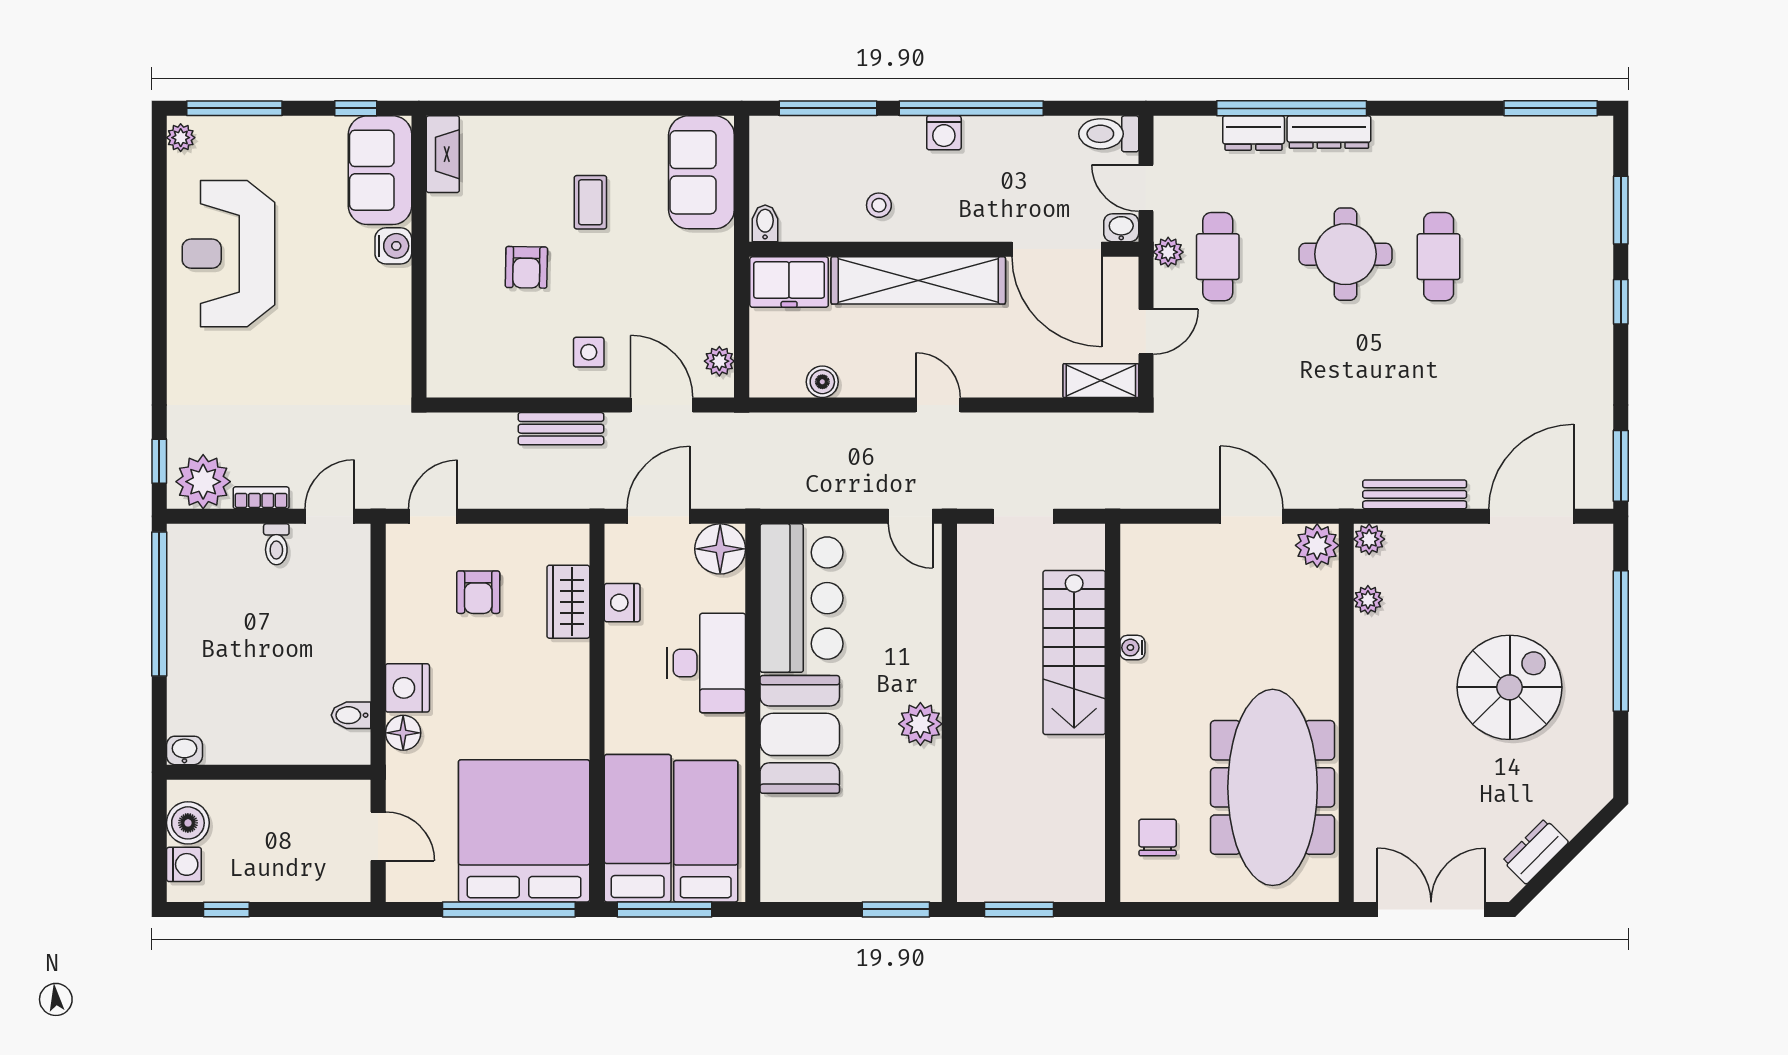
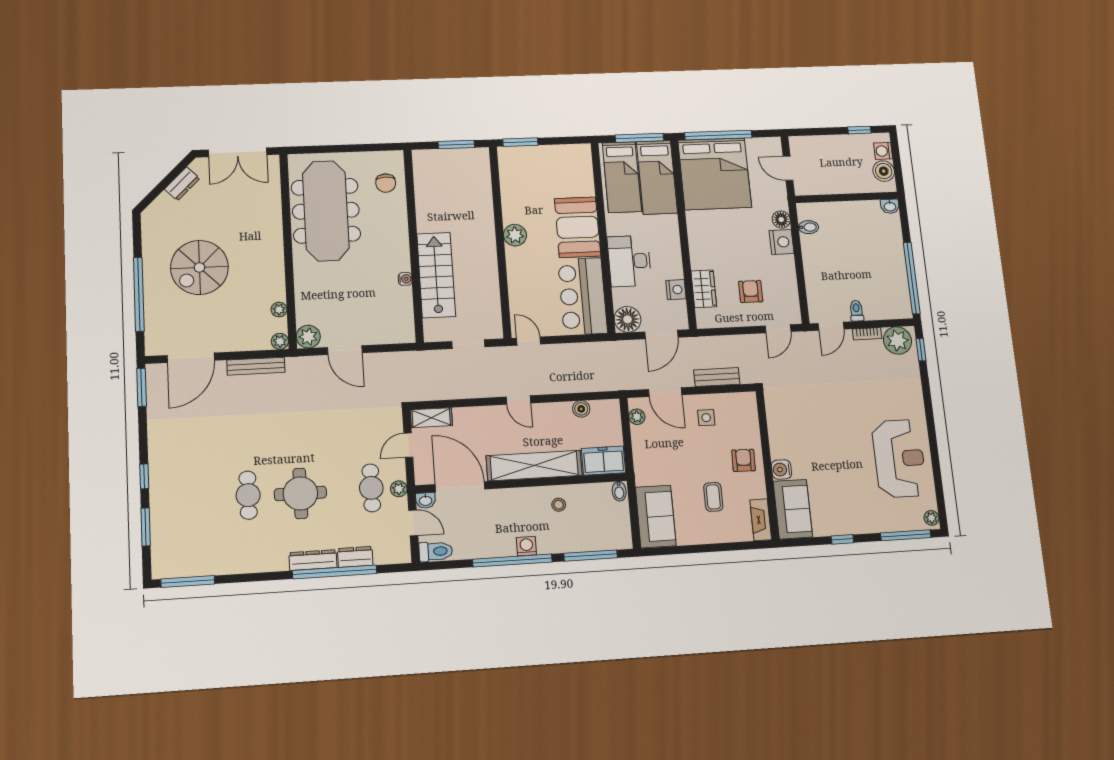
fireplace: (443, 154) -> (761, 520), moved
sofa: (380, 170) -> (793, 509), moved
water cooler: (393, 246) -> (781, 469), moved
wall: (419, 257) -> (767, 465), moved

